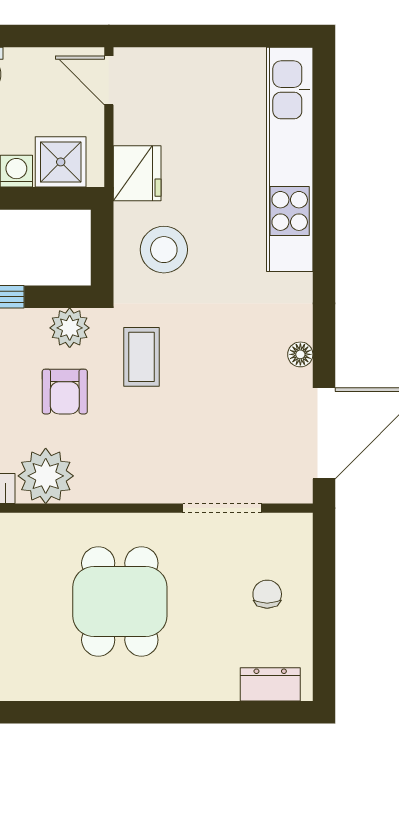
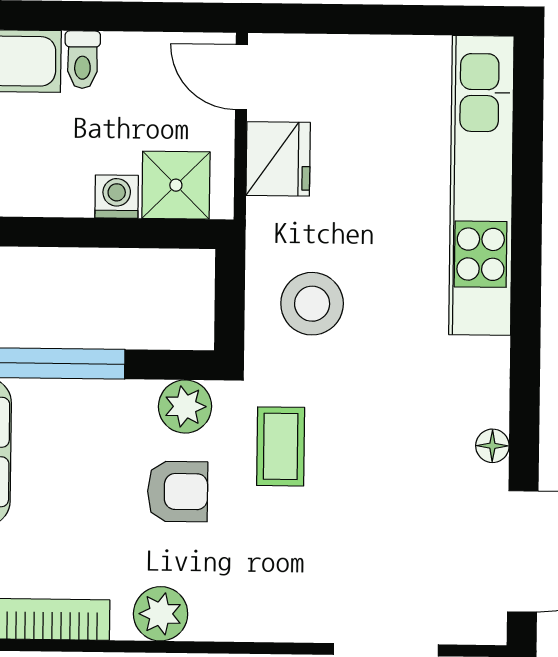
fridge: (137, 173) -> (278, 159), moved
armchair: (65, 392) -> (178, 491), turned -90
plant: (46, 476) -> (161, 614), width x0.73, depth x0.73

